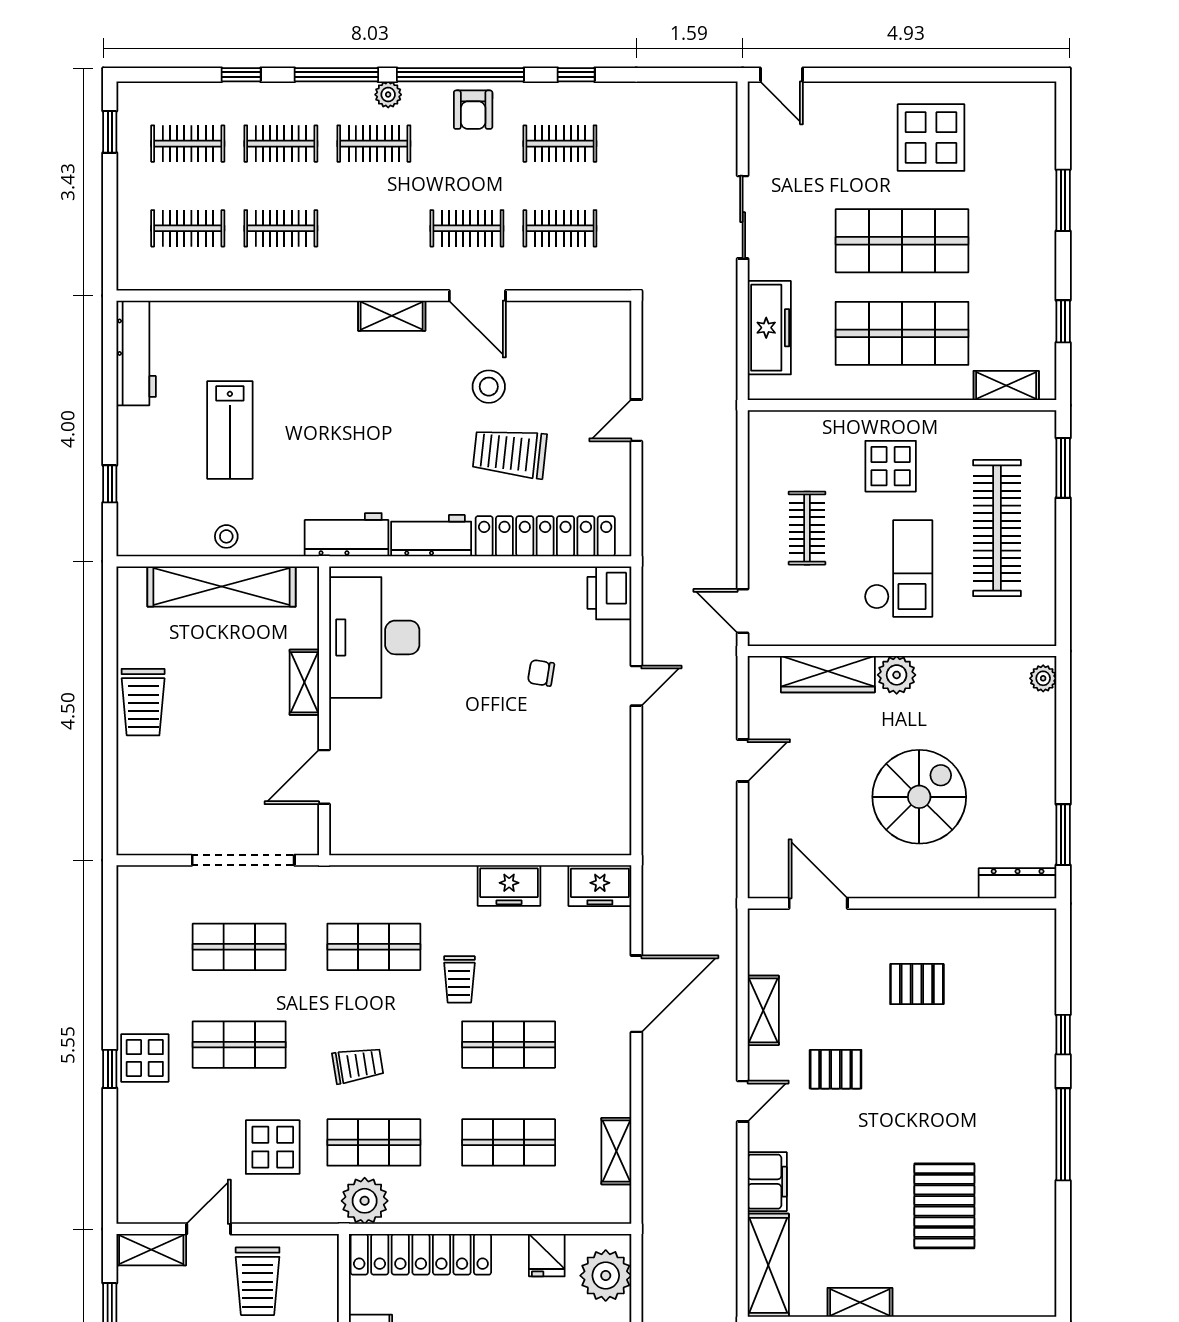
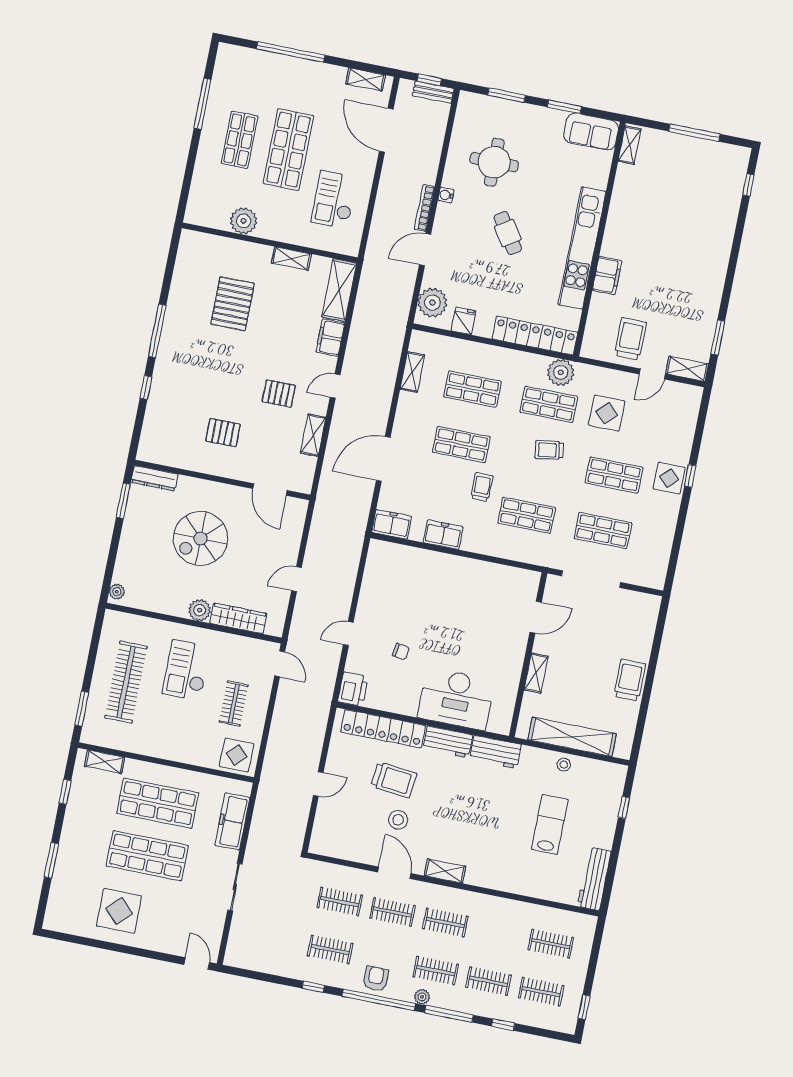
clothes rail: (281, 228) -> (445, 923), moved
display table: (891, 466) -> (237, 755), moved
desk: (374, 637) -> (456, 699), moved, turned 90

